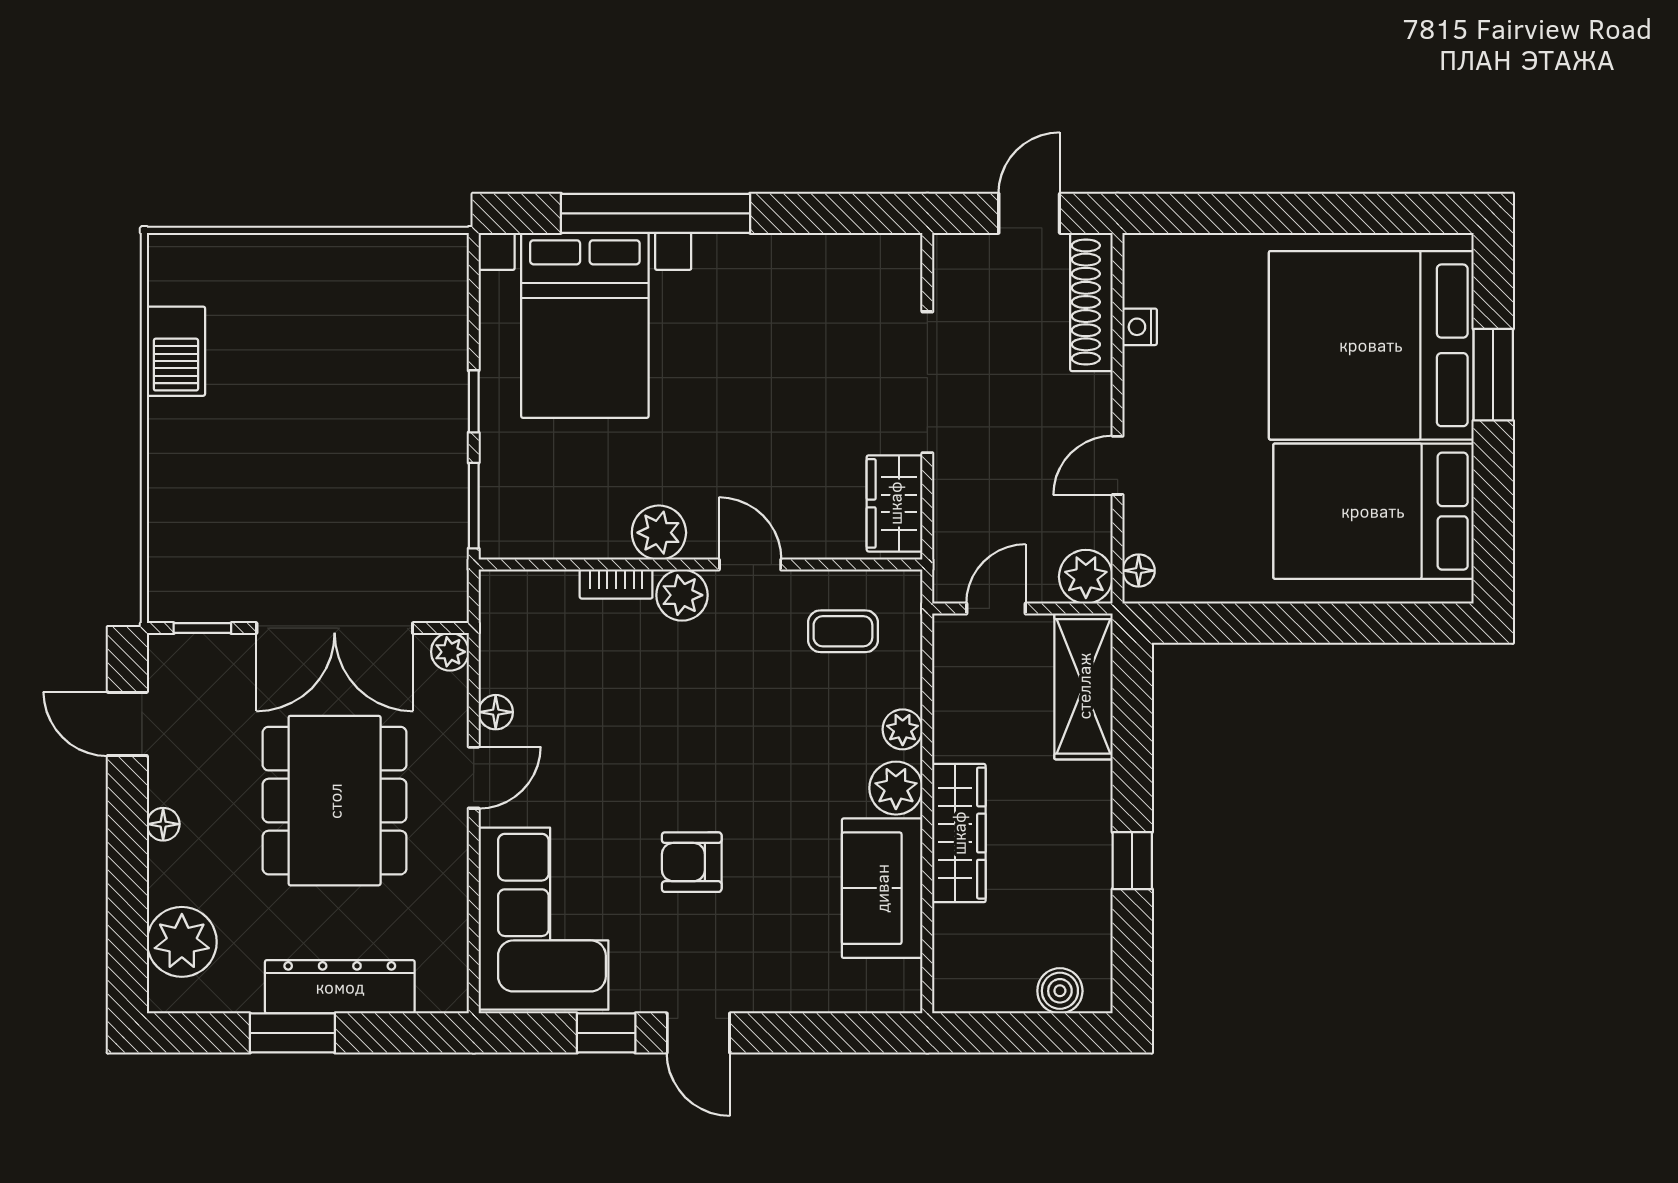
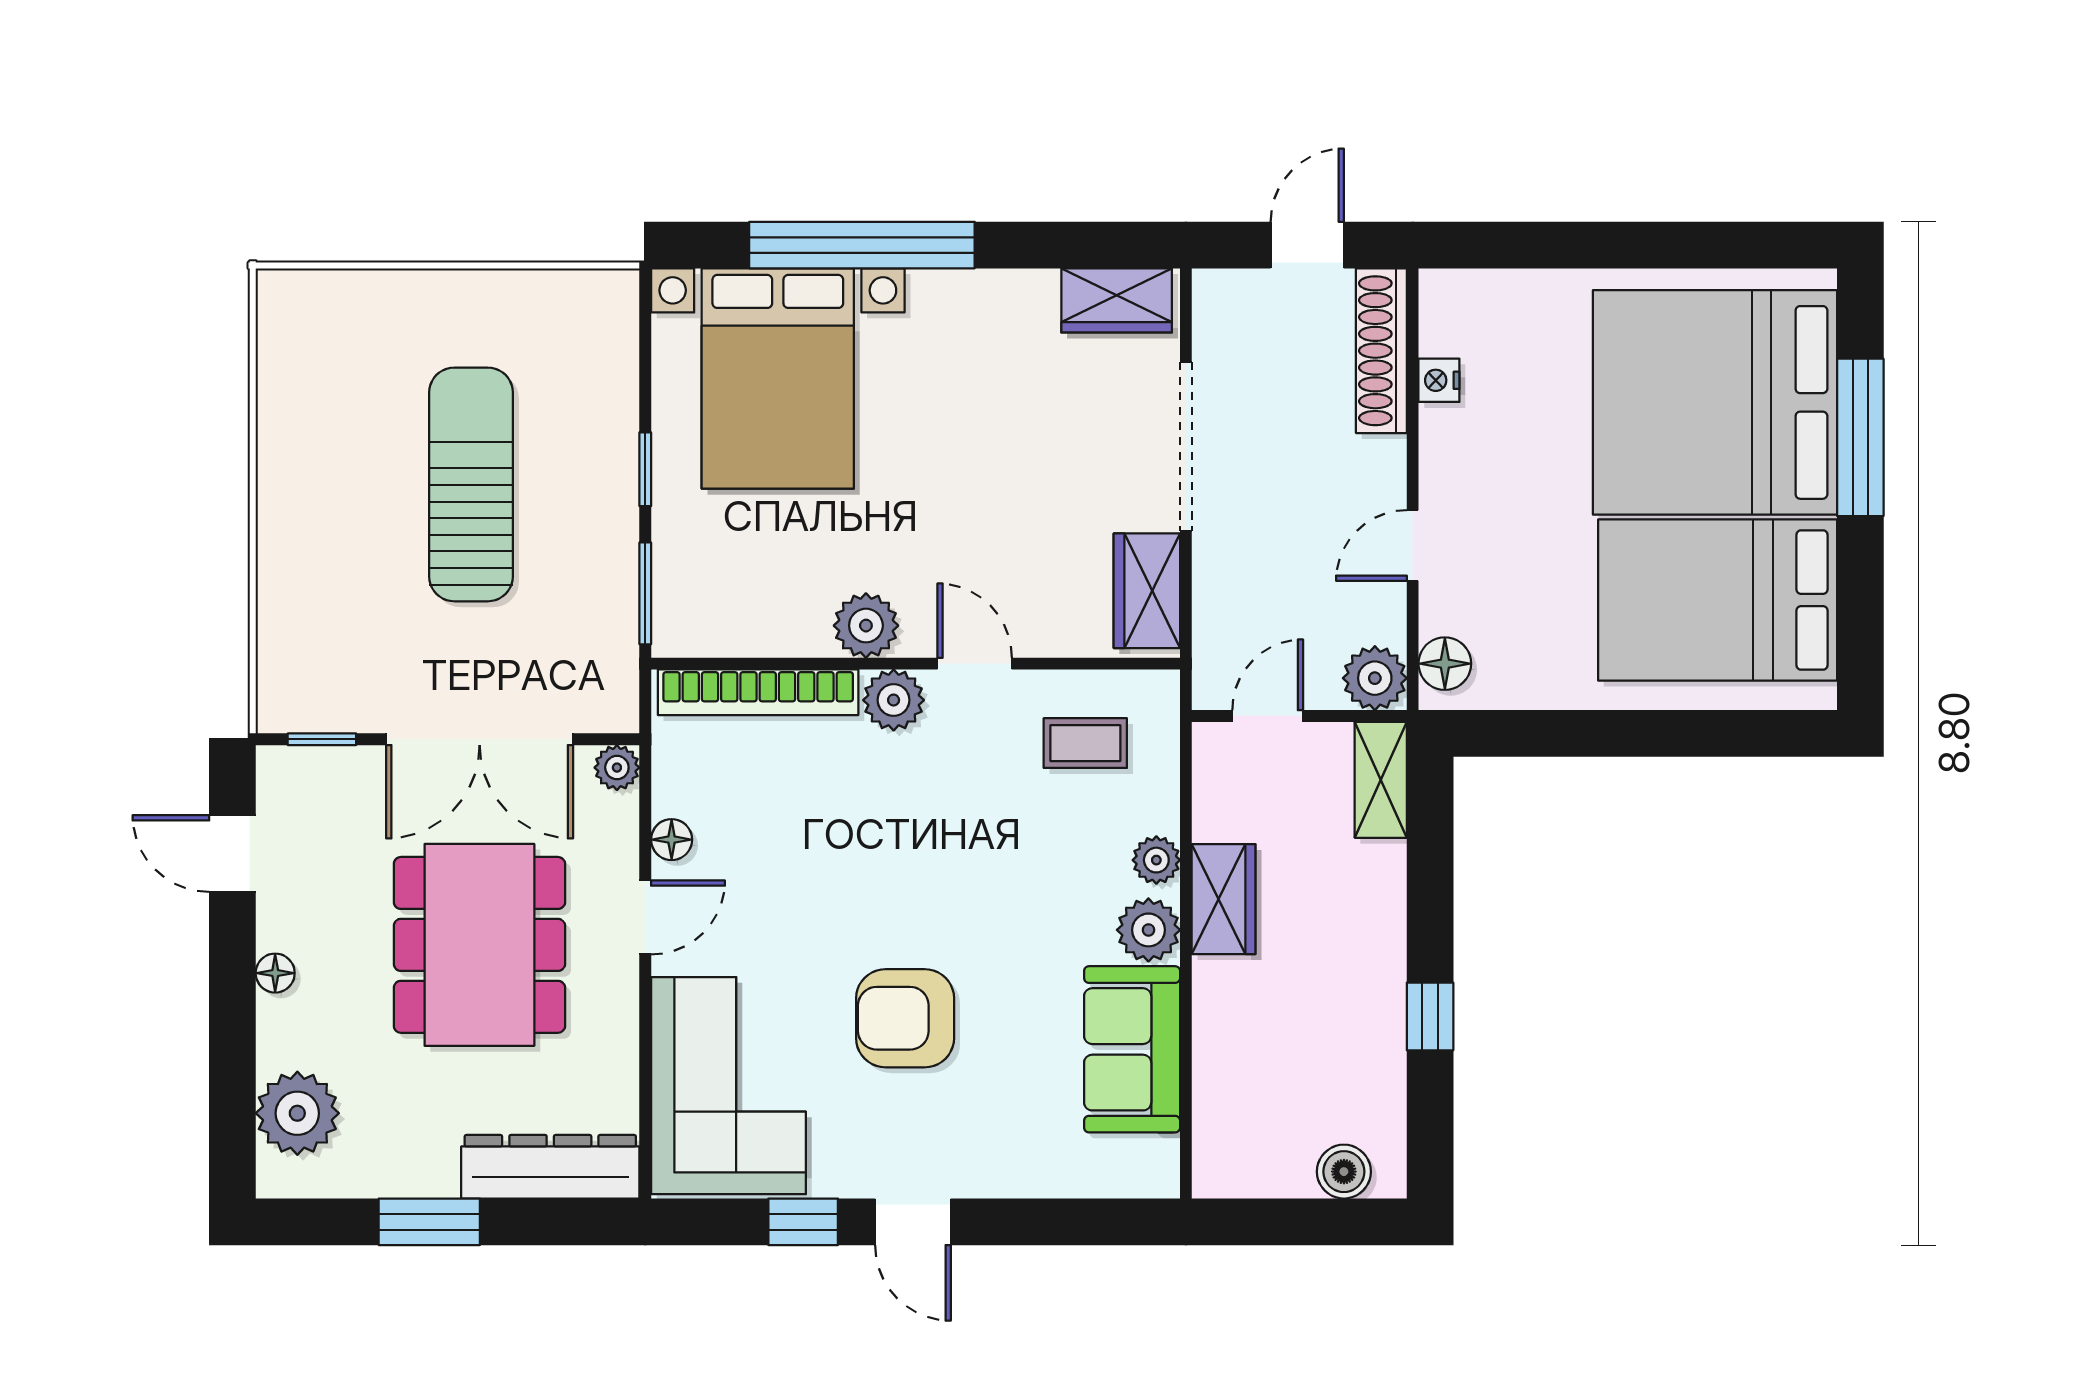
wardrobe: (869, 260) -> (1117, 300), added
barbecue: (176, 351) -> (290, 409), removed
window: (1493, 375) -> (1860, 437), width x1.44
sun lounger: (327, 414) -> (471, 484), added
floor lamp: (1139, 571) -> (1445, 664), width x1.37, depth x1.37
bookcase: (616, 584) -> (758, 692), width x2.31, depth x1.31
shelving: (1084, 686) -> (1381, 780), width x0.67, depth x0.75
wardrobe: (959, 833) -> (1224, 899), moved, width x0.67
armchair: (692, 862) -> (905, 1018), width x1.38, depth x1.38
dresser: (340, 987) -> (550, 1167), moved

